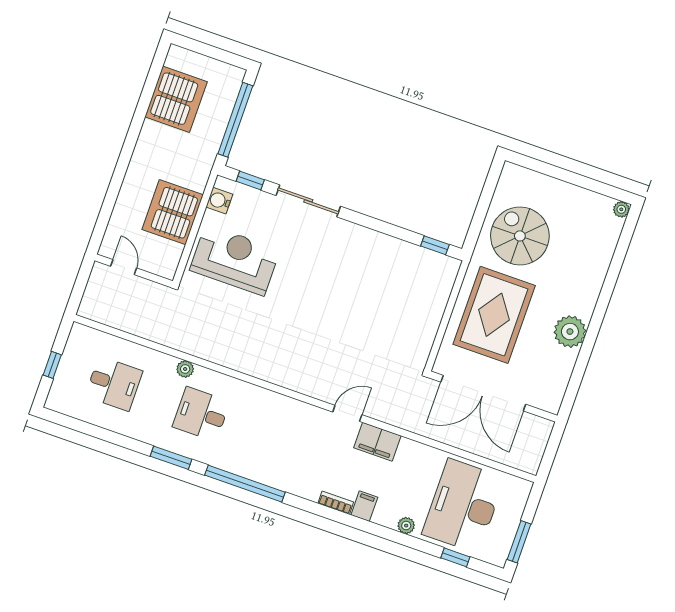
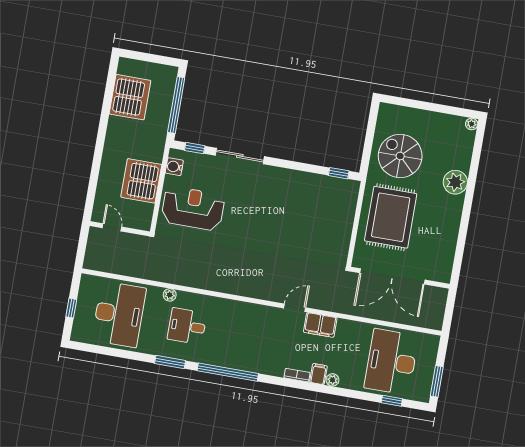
plant: (570, 332) -> (455, 182), moved
desk: (114, 384) -> (119, 314), width x1.87, depth x1.30
plant: (406, 526) -> (332, 380), moved

